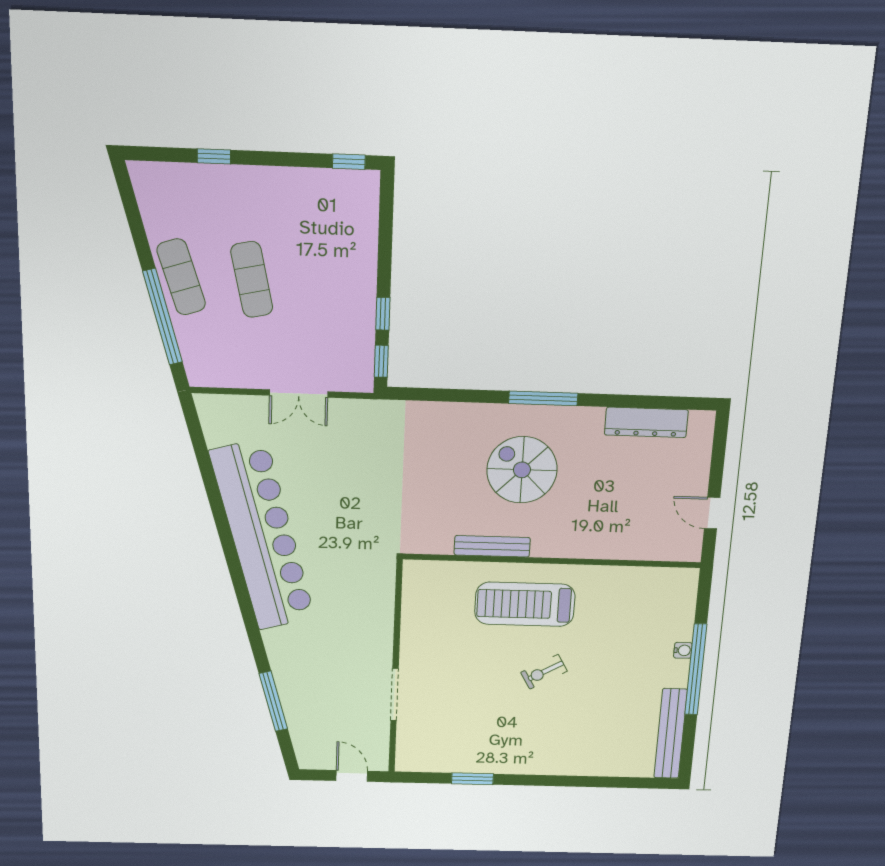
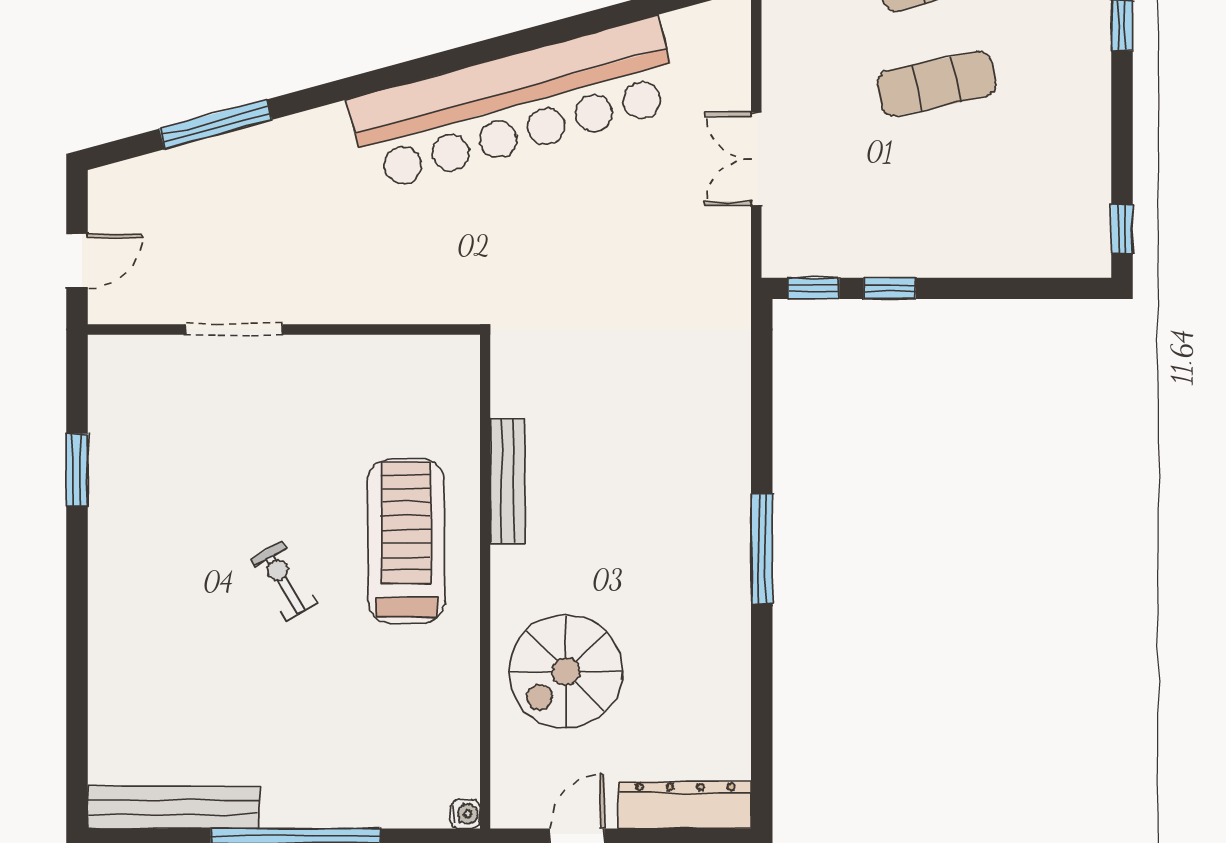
dresser: (646, 422) -> (685, 805), moved, turned 90
spiral stairs: (522, 470) -> (566, 671), moved, turned 180
water cooler: (683, 650) -> (465, 814), moved, turned -90

